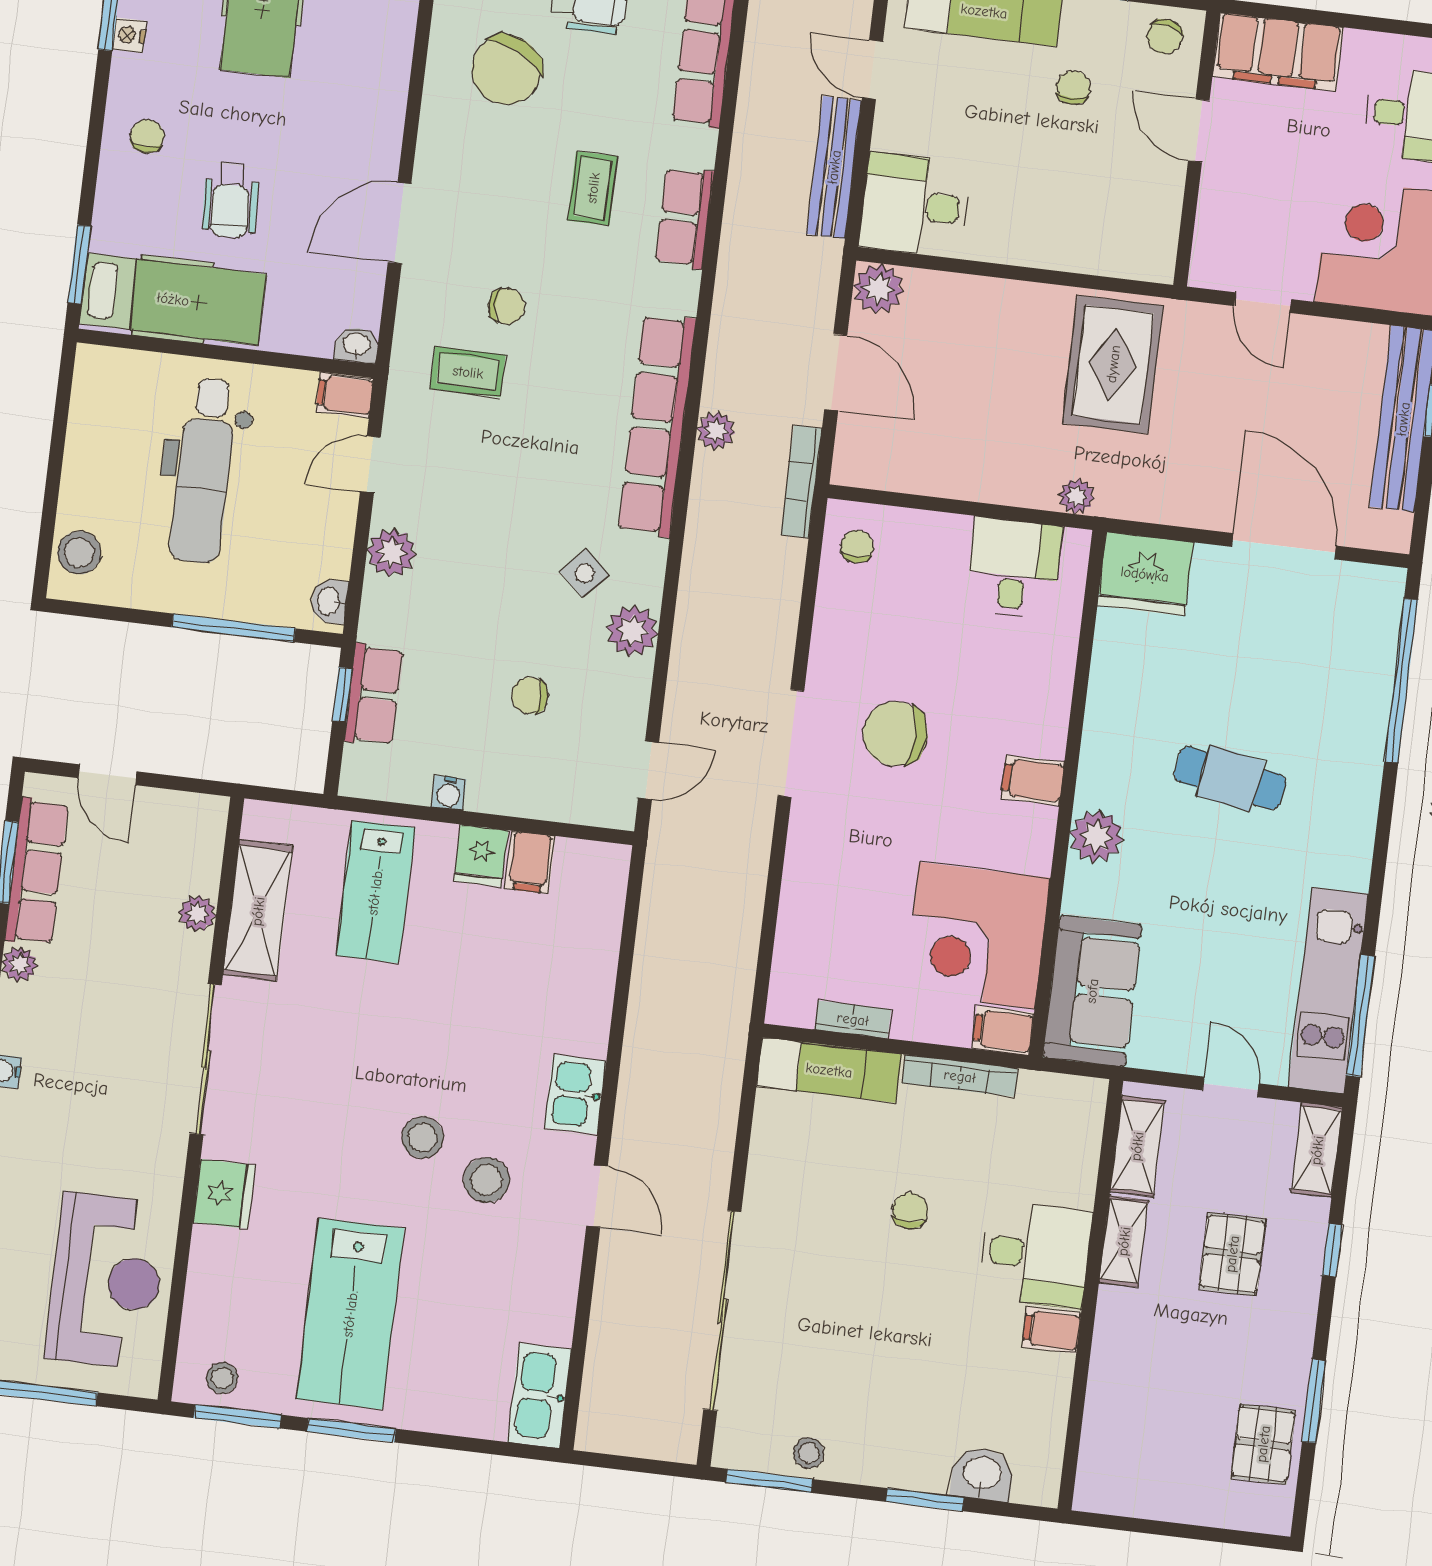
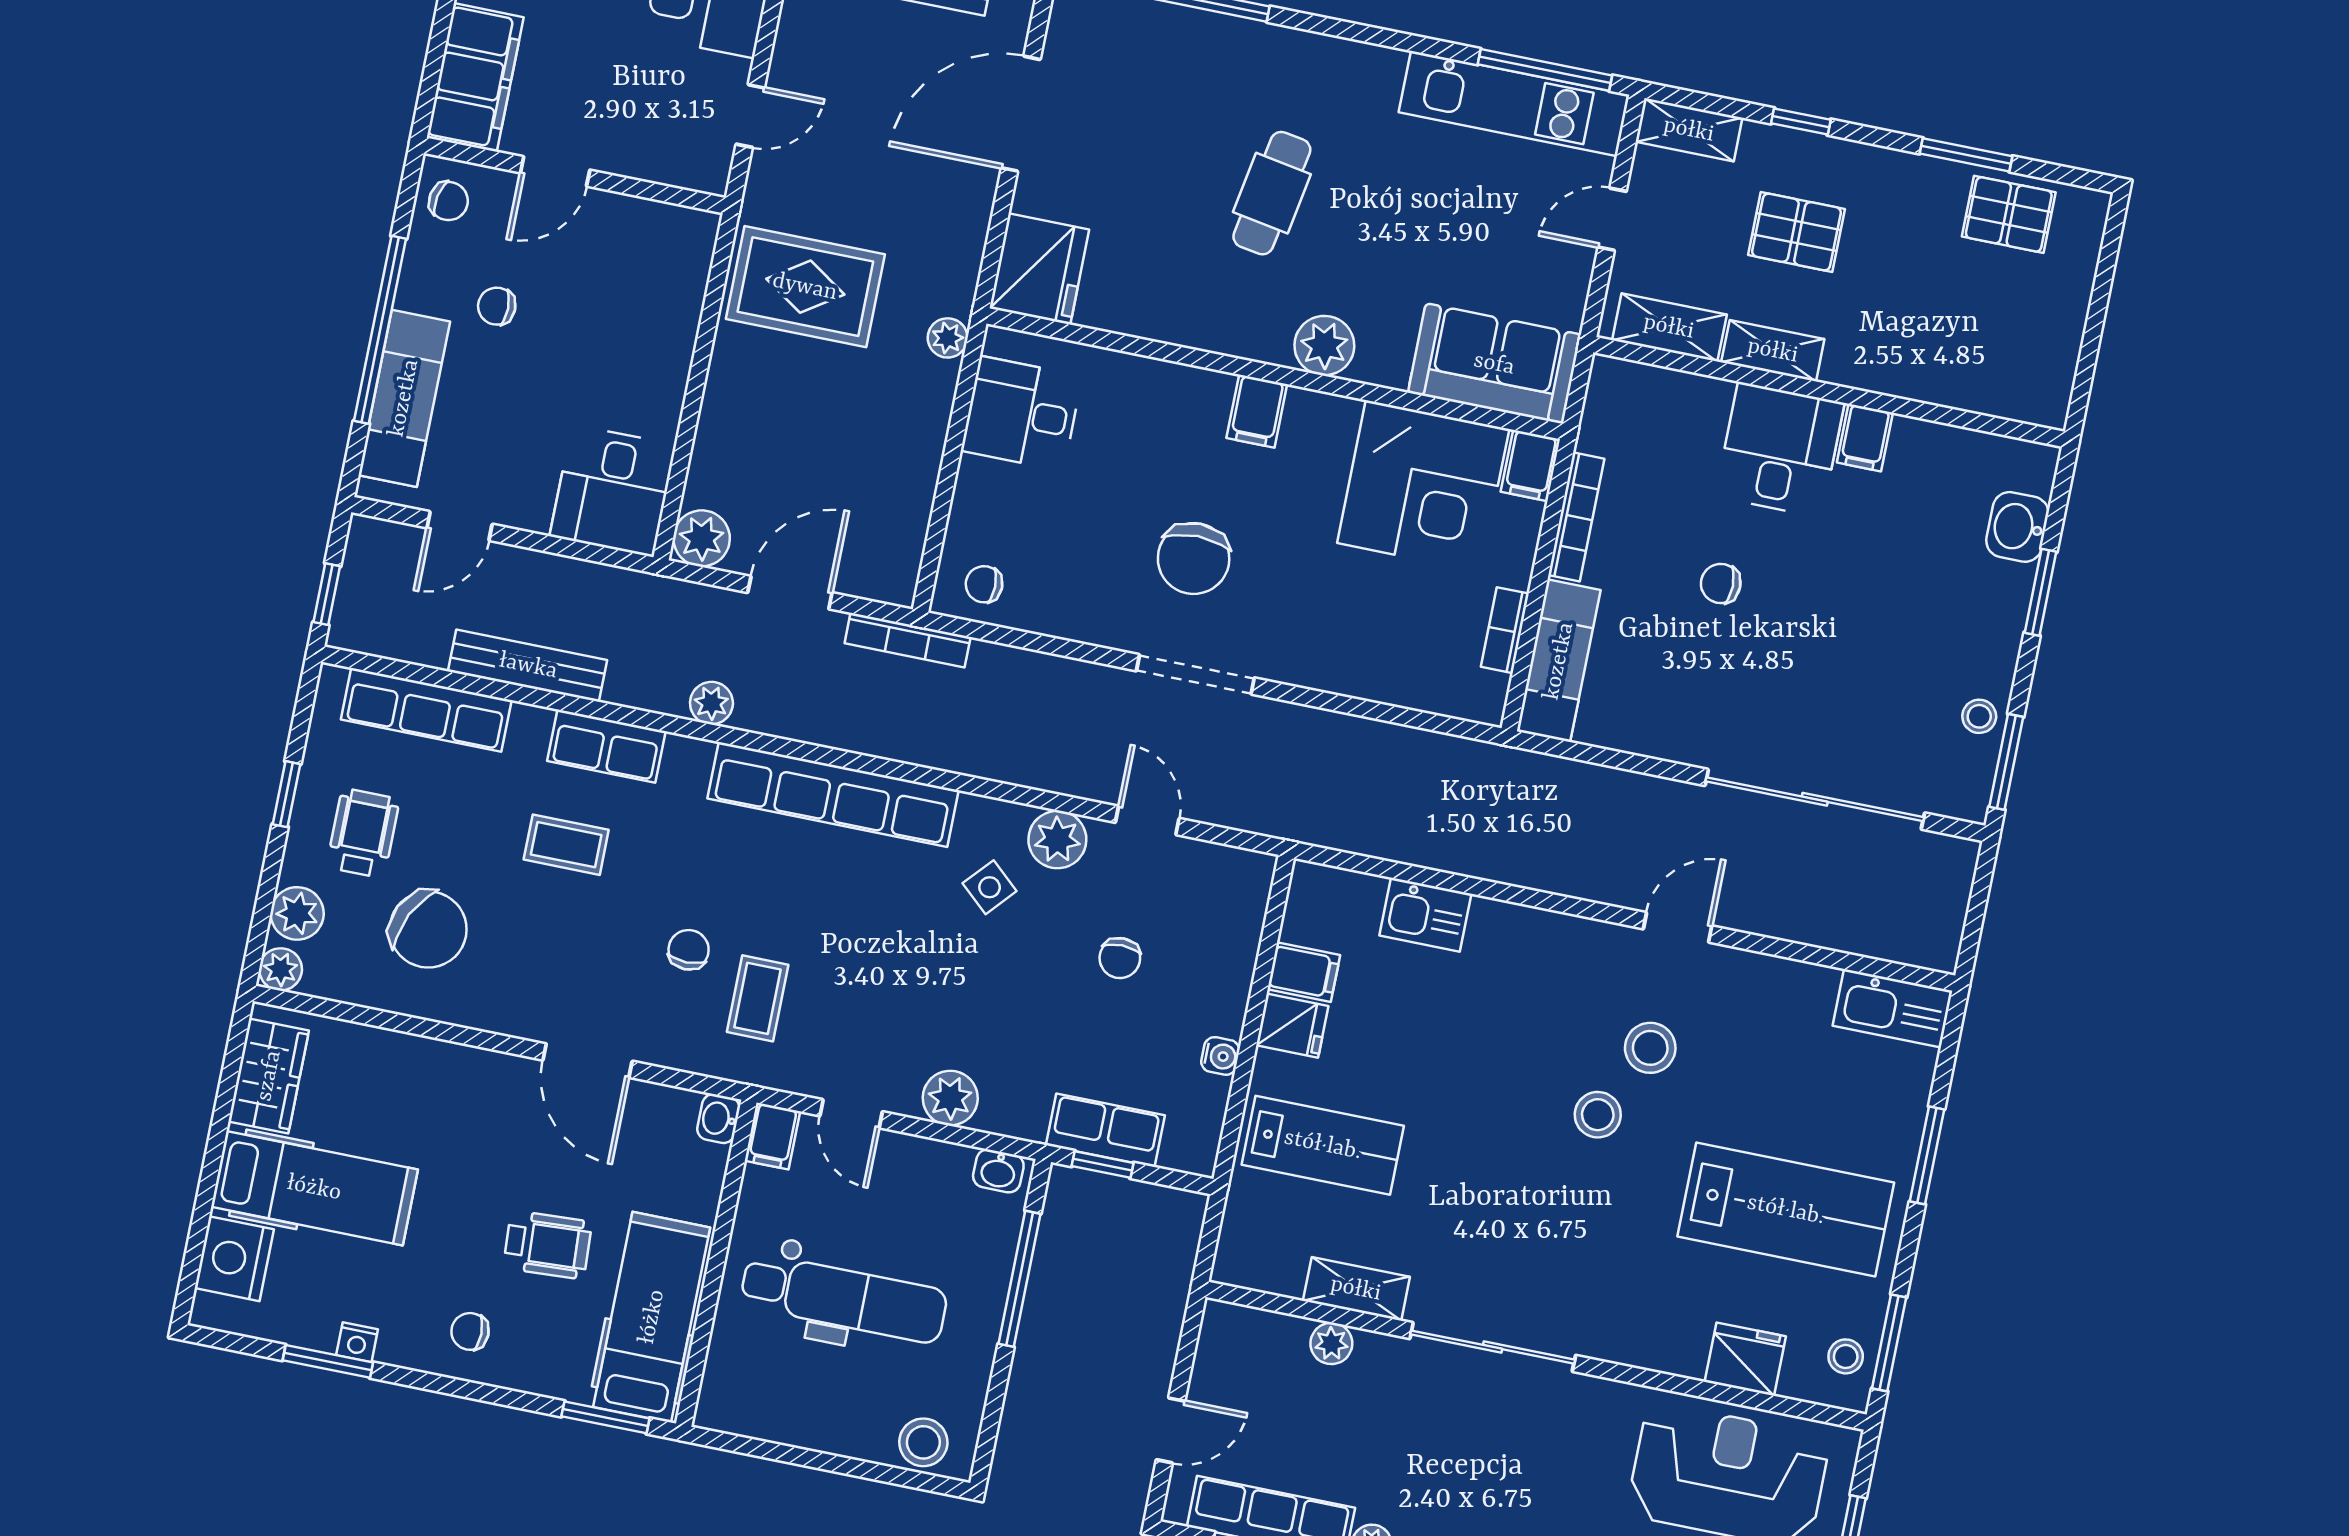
bench: (834, 167) -> (528, 666), moved
plant: (716, 431) -> (711, 703), moved
door: (649, 770) -> (1147, 820), moved
shelving: (258, 911) -> (1356, 1289), width x0.67, depth x0.75
kitchen sink: (575, 1094) -> (1425, 915), moved
fridge: (224, 1194) -> (1745, 1359), moved
window: (351, 1430) -> (1927, 1155), moved

